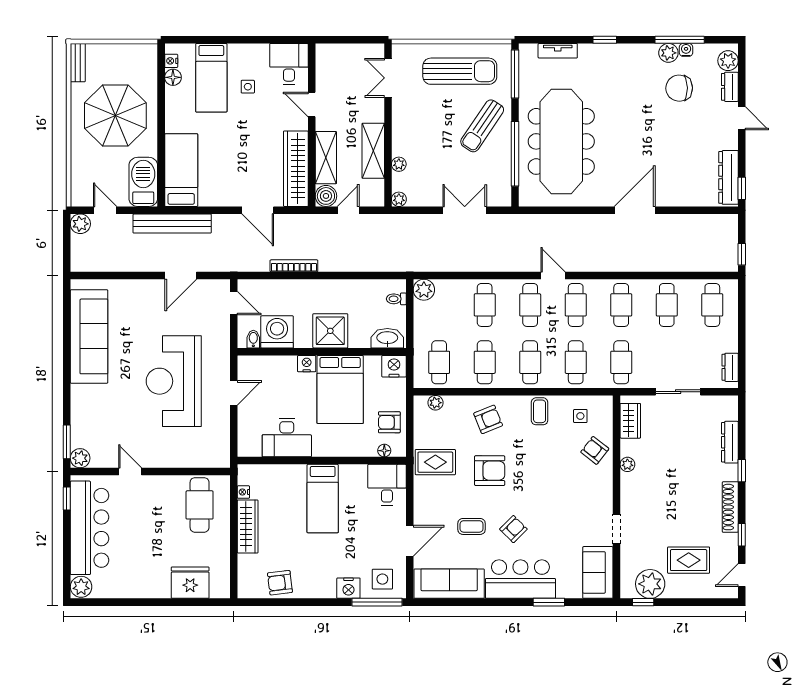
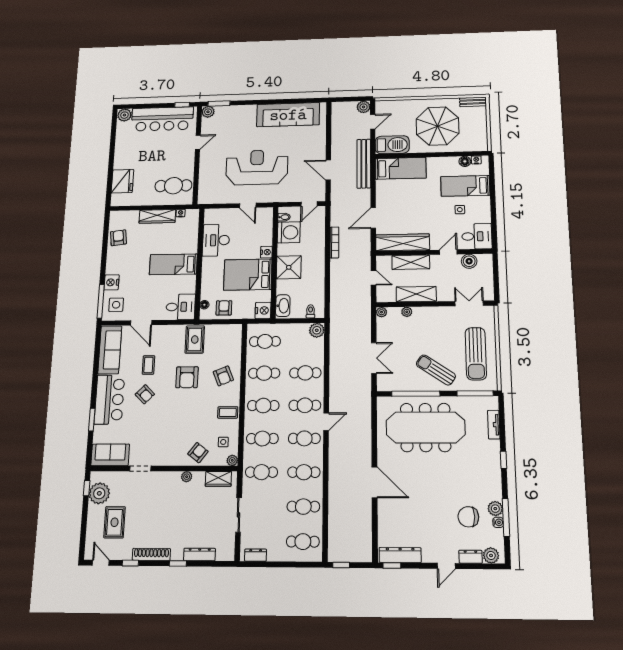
chair: (679, 88) -> (468, 517), turned -89
boiler: (326, 196) -> (469, 261), moved
plant: (435, 403) -> (232, 460), moved

